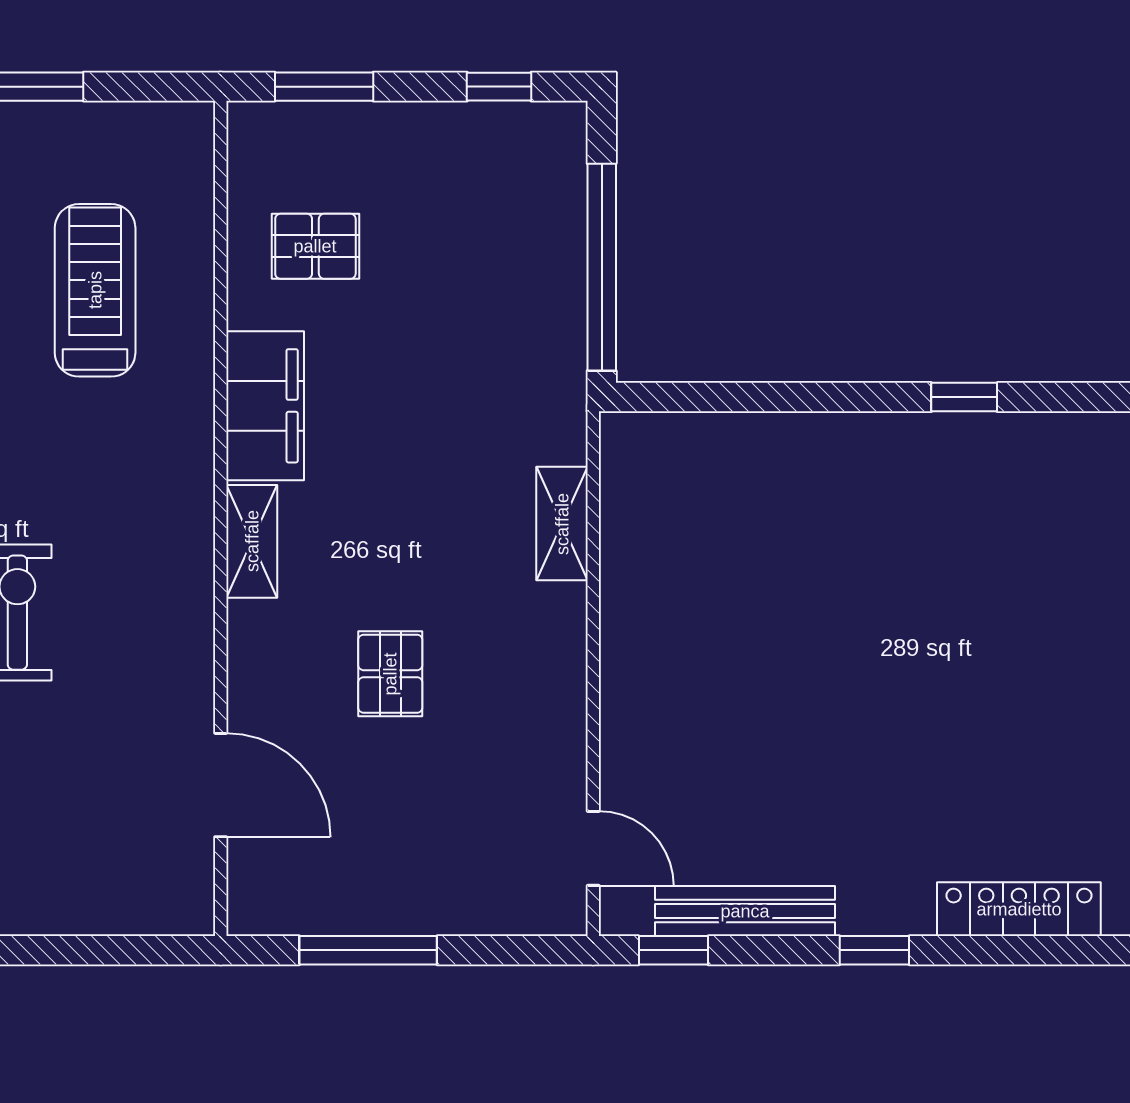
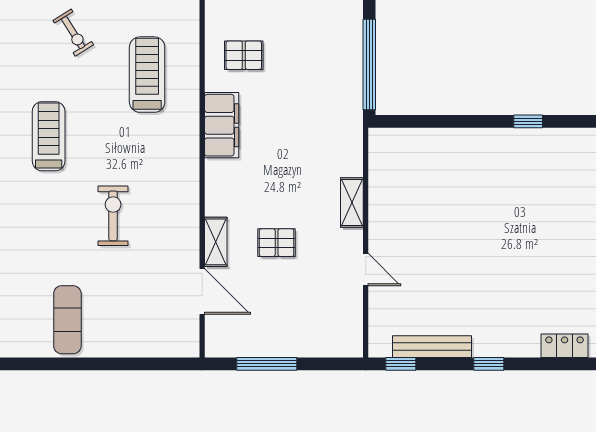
shelving: (562, 524) -> (352, 202), moved
shelving: (252, 541) -> (216, 242), moved
pallet: (390, 674) -> (277, 243), turned 90
door: (593, 848) -> (366, 270), moved
locker: (1019, 909) -> (565, 346), width x0.66

